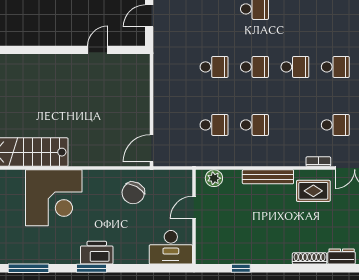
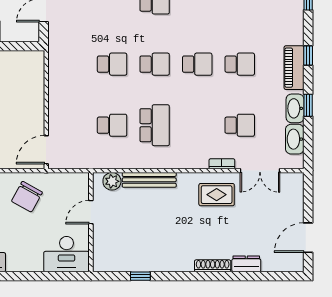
school desk: (254, 125) -> (155, 125), width x1.85
bench: (268, 177) -> (149, 180), moved

